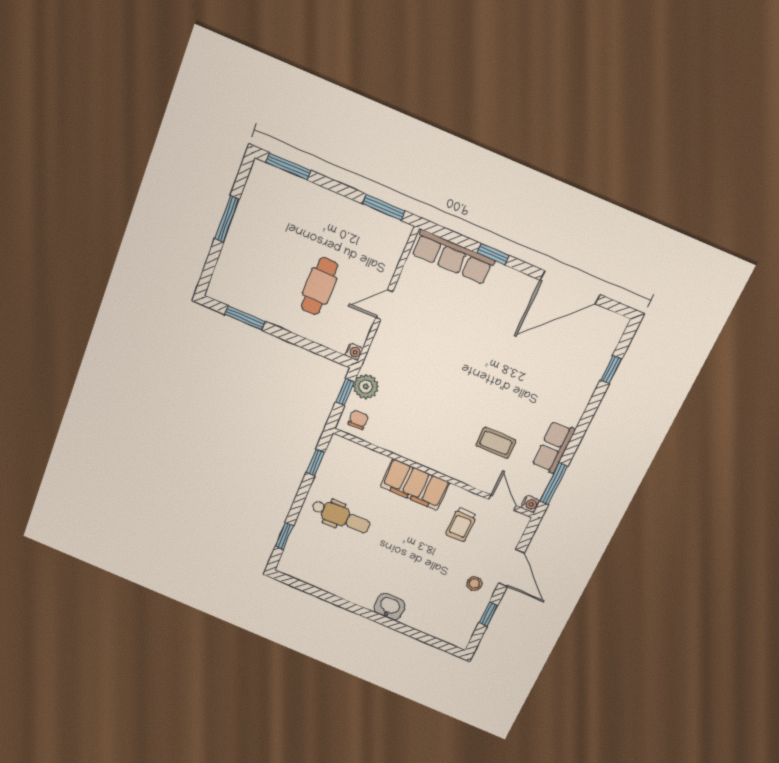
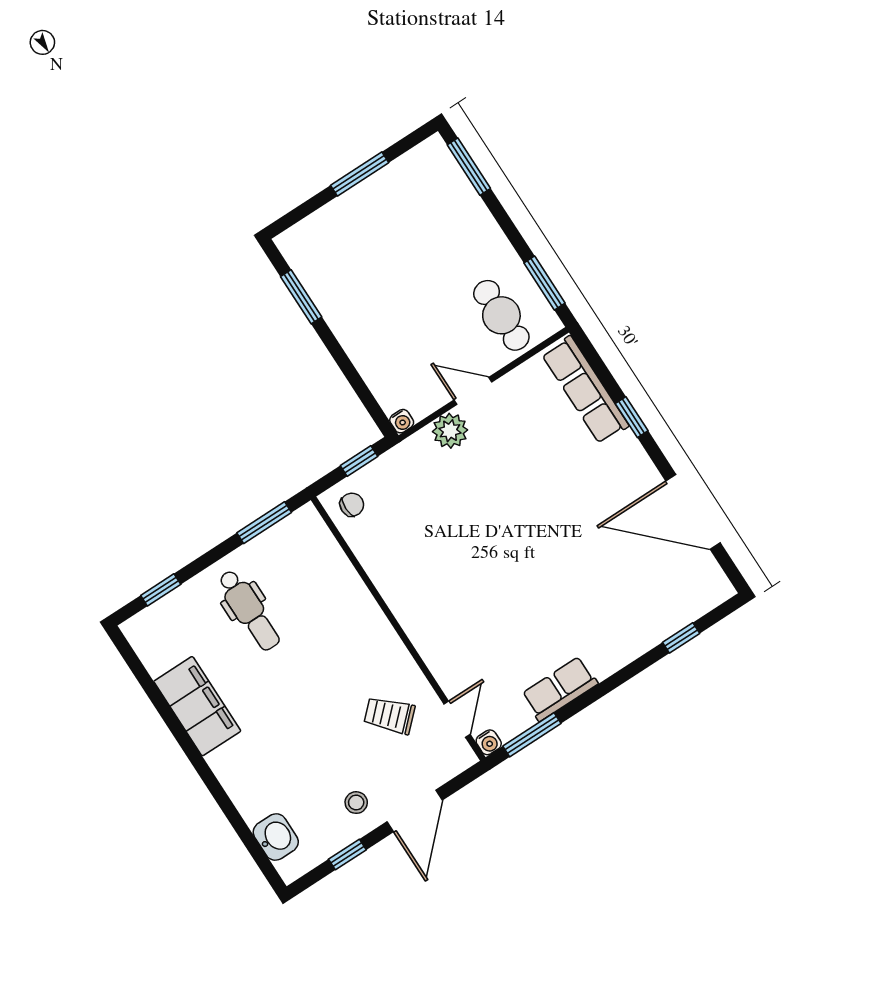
cafe table: (319, 286) -> (501, 315), moved, turned 90
plant: (366, 387) -> (450, 431), moved
coffee table: (496, 443) -> (496, 640), removed
window: (315, 463) -> (264, 523), width x1.50
filing cabinet: (415, 485) -> (197, 706), moved, turned 180
trolley: (461, 524) -> (389, 715), turned 46
washbasin: (389, 607) -> (276, 837), moved

